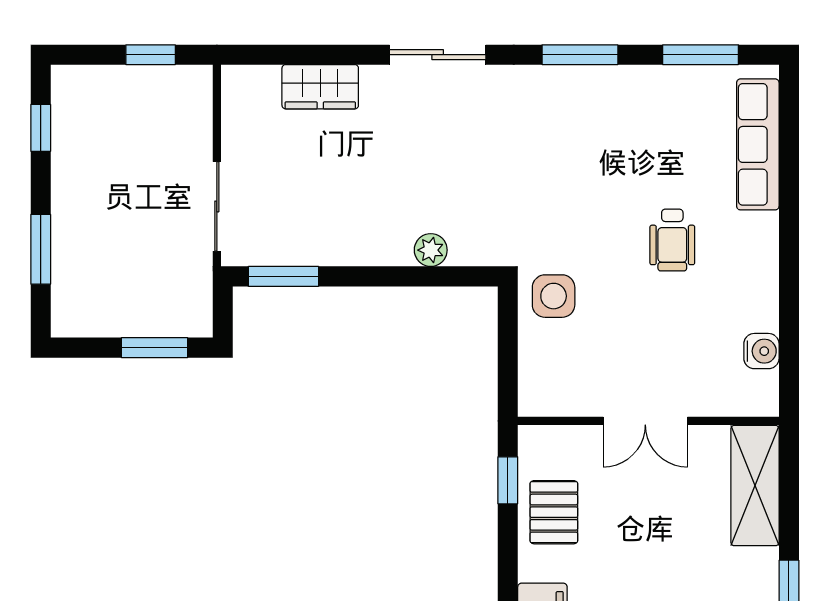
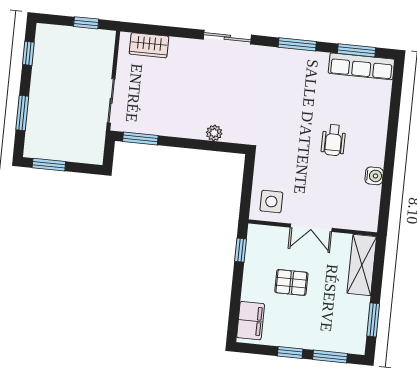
wardrobe: (320, 87) -> (149, 45), moved
row of seats: (758, 144) -> (361, 66), moved, turned -90
side table: (554, 296) -> (271, 202), moved
window: (155, 348) -> (49, 165), moved
water cooler: (761, 351) -> (374, 176), moved
pallet: (554, 512) -> (291, 282), moved, turned 90

